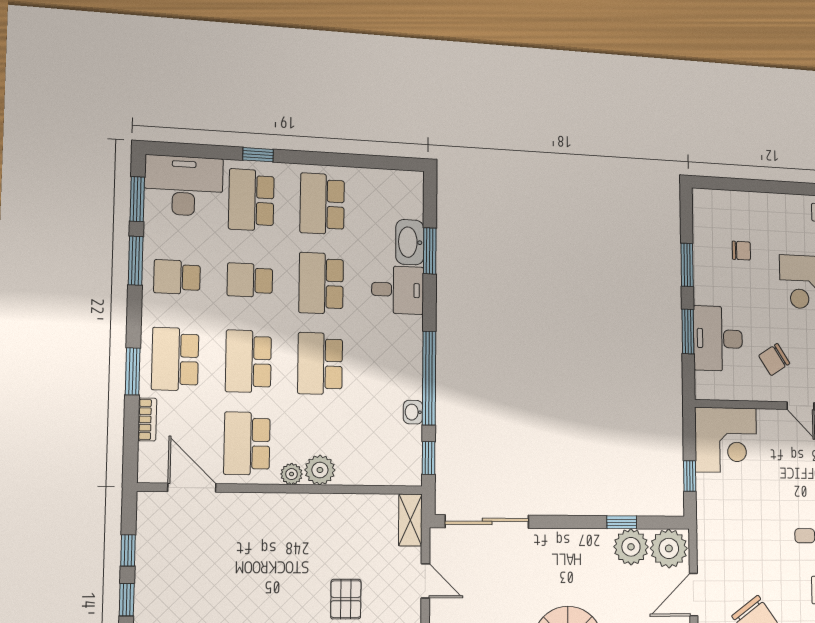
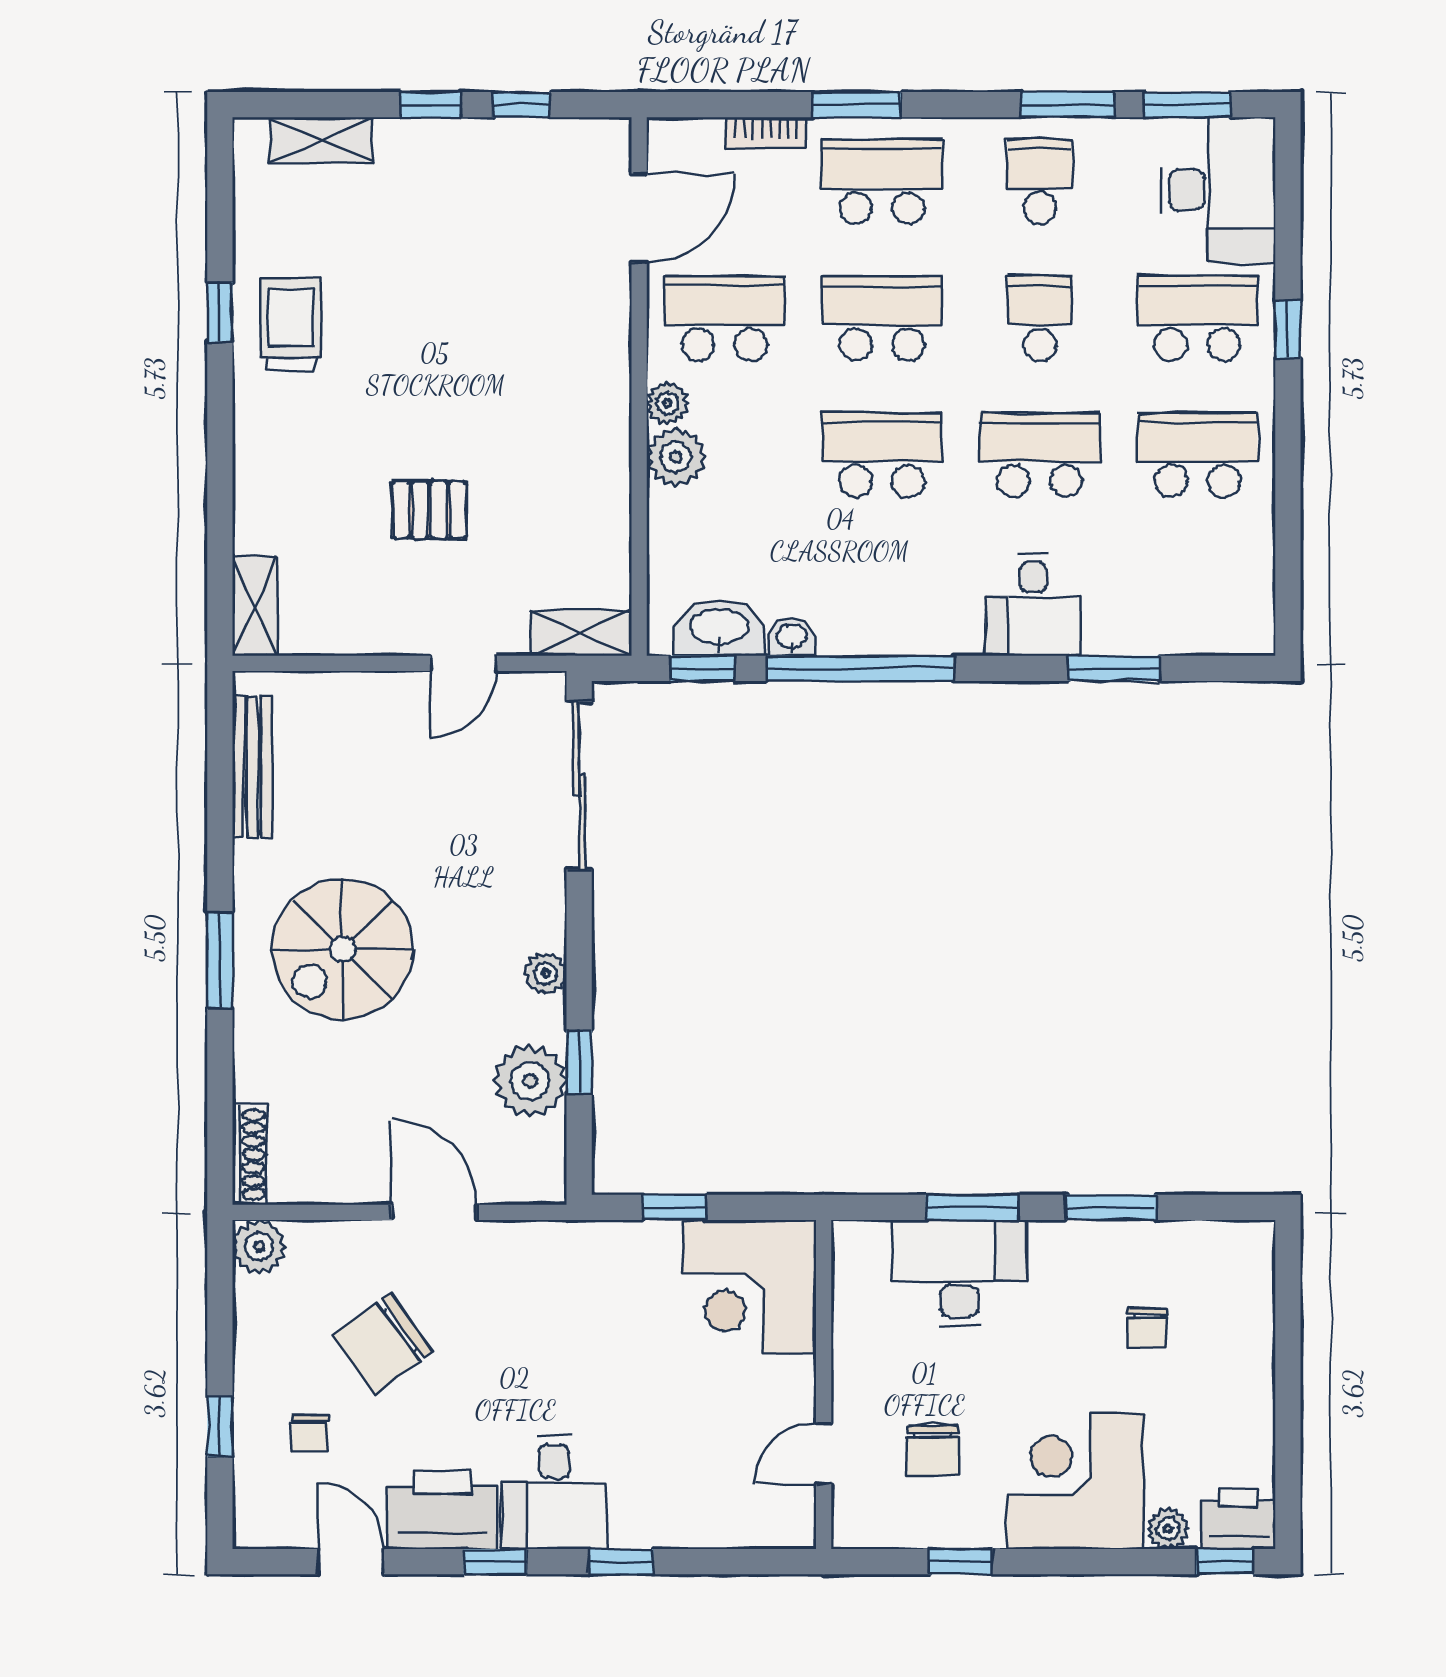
washbasin: (410, 242) -> (719, 628), moved
chair: (774, 360) -> (933, 1451), moved, turned -147
plant: (669, 548) -> (546, 973), moved, width x0.53, depth x0.53

